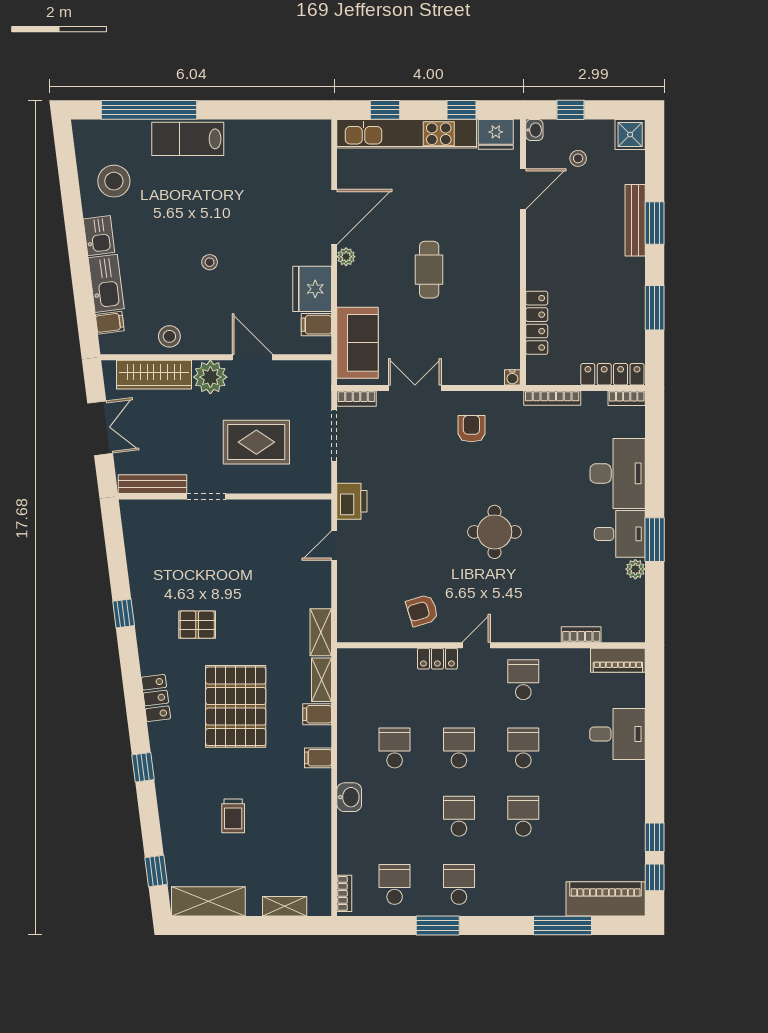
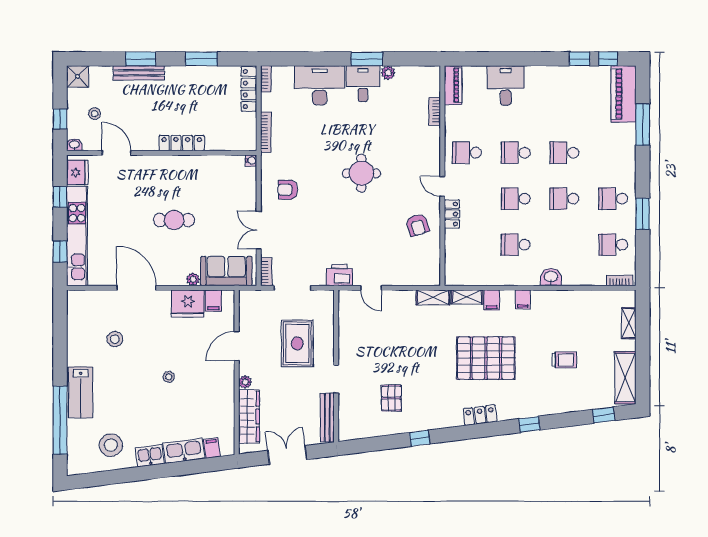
plant: (346, 257) -> (193, 279), moved
locker: (537, 323) -> (182, 143), moved
stool: (169, 336) -> (115, 339), moved
plant: (210, 377) -> (245, 382), width x0.53, depth x0.53
pallet: (197, 625) -> (391, 398), moved

